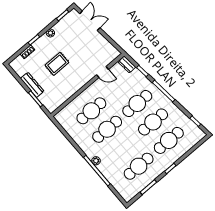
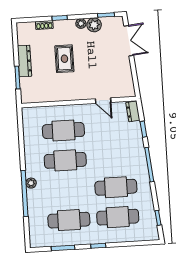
plant: (60, 27) -> (94, 25), added
rug: (57, 64) -> (64, 59), turned 90
cafe table: (137, 104) -> (114, 157), removed

